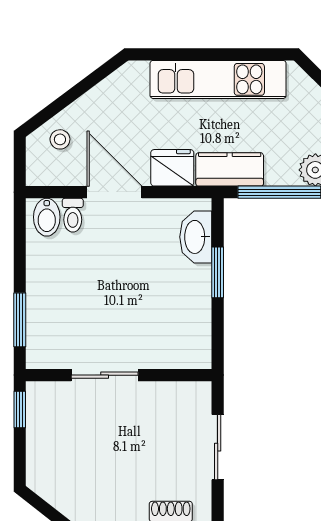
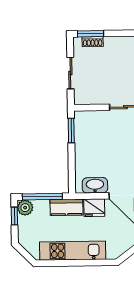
washbasin: (196, 237) -> (95, 185), moved, turned -90
window: (218, 272) -> (71, 130), moved

